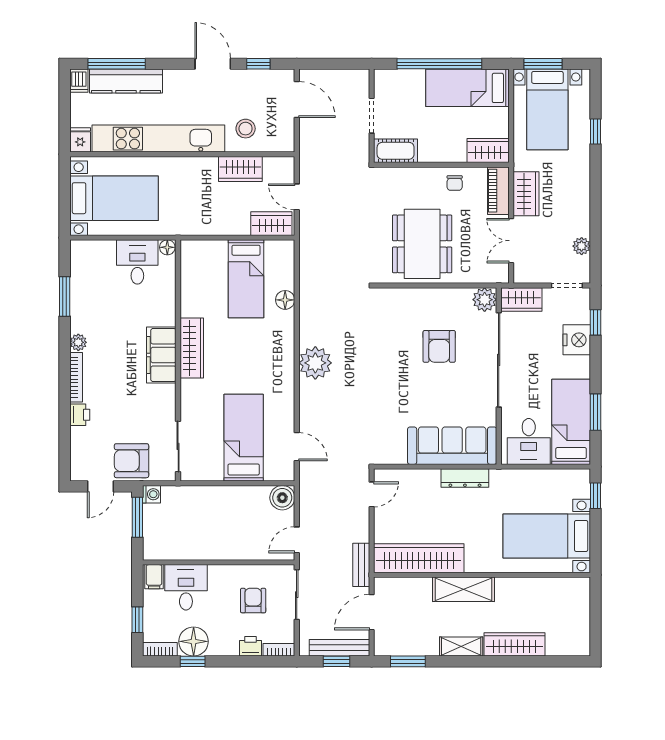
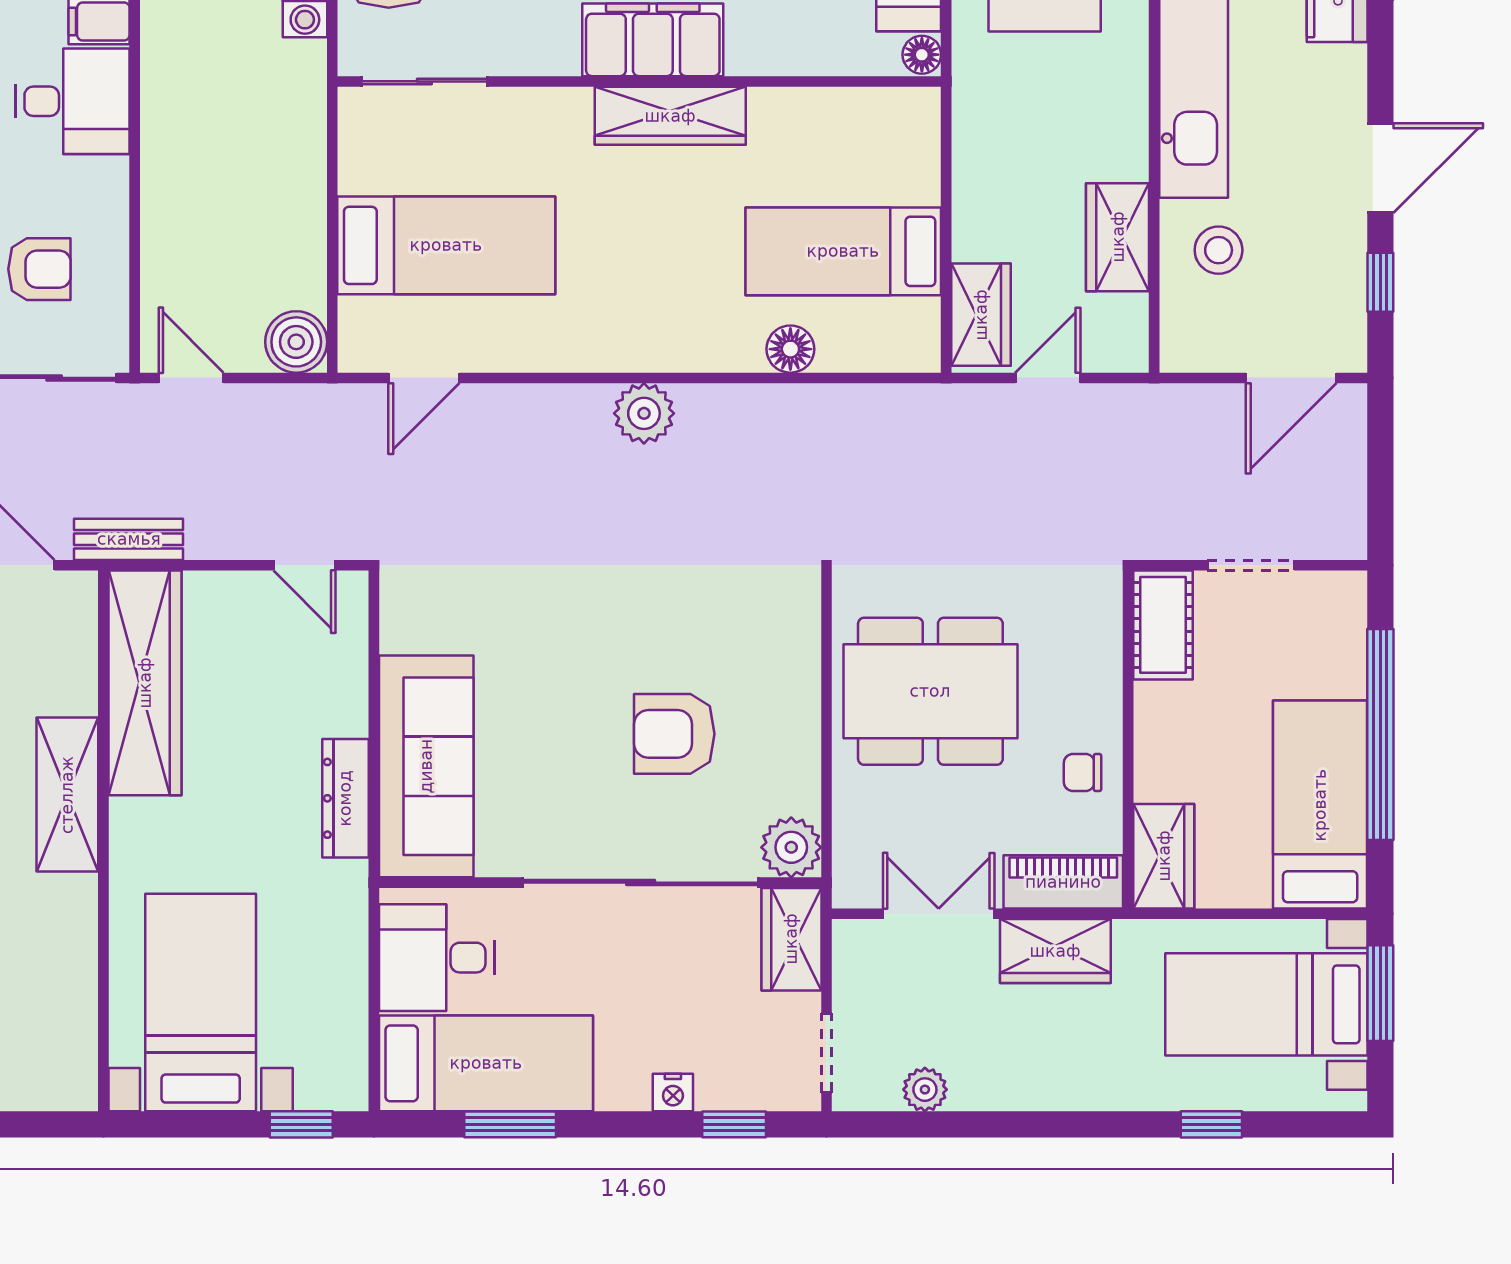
nightstand: (577, 340) -> (673, 1093), width x0.53, depth x0.56
plant: (315, 363) -> (644, 413), width x0.73, depth x0.73

